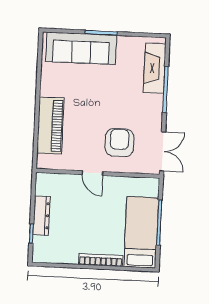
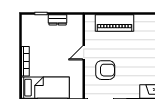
dresser: (42, 216) -> (58, 20), width x0.70

